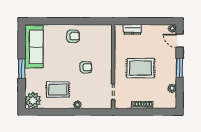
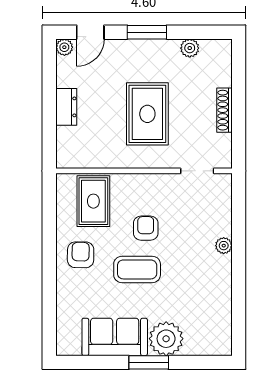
dresser: (132, 29) -> (66, 107), moved
sofa: (34, 47) -> (115, 337), width x0.73
coffee table: (66, 63) -> (137, 269), added
rug: (58, 89) -> (93, 201), moved
plant: (33, 100) -> (166, 339), moved

